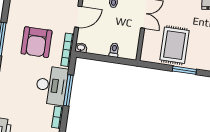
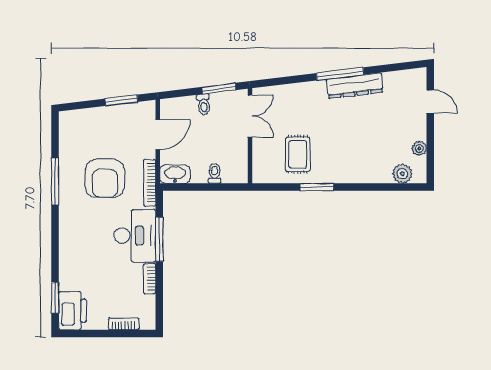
rug: (174, 45) -> (298, 154), width x0.73, depth x0.70
washbasin: (81, 48) -> (175, 174), width x1.91, depth x1.45

